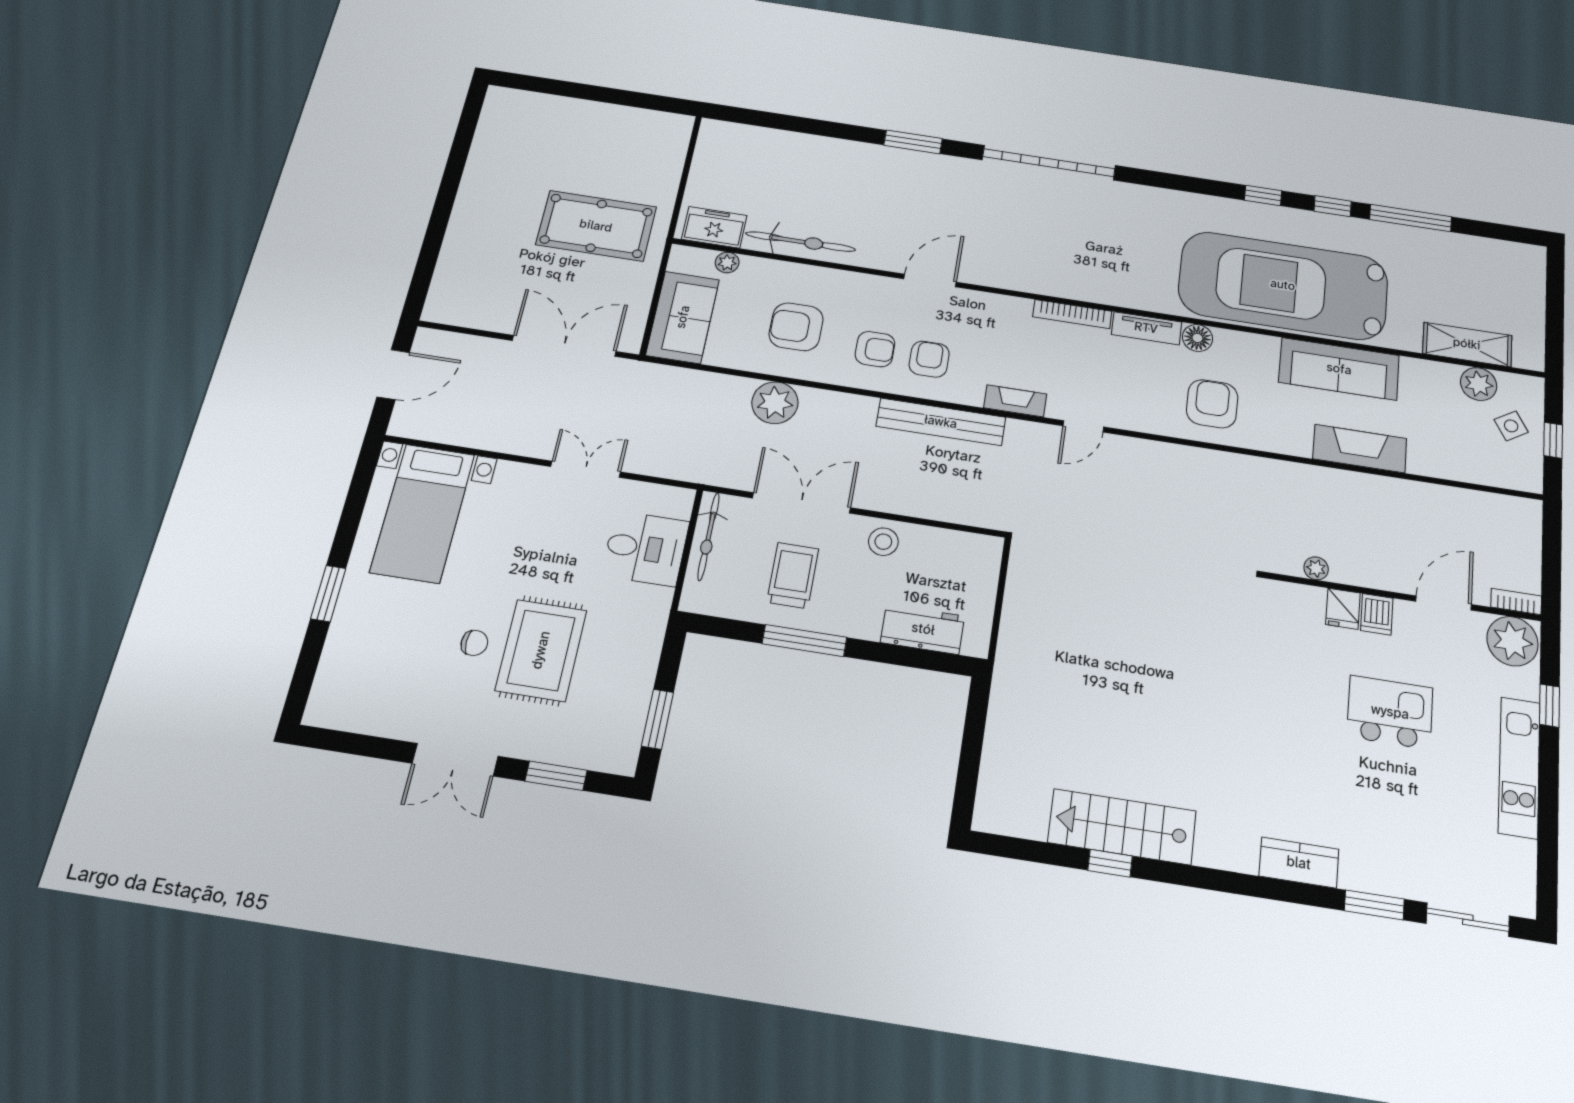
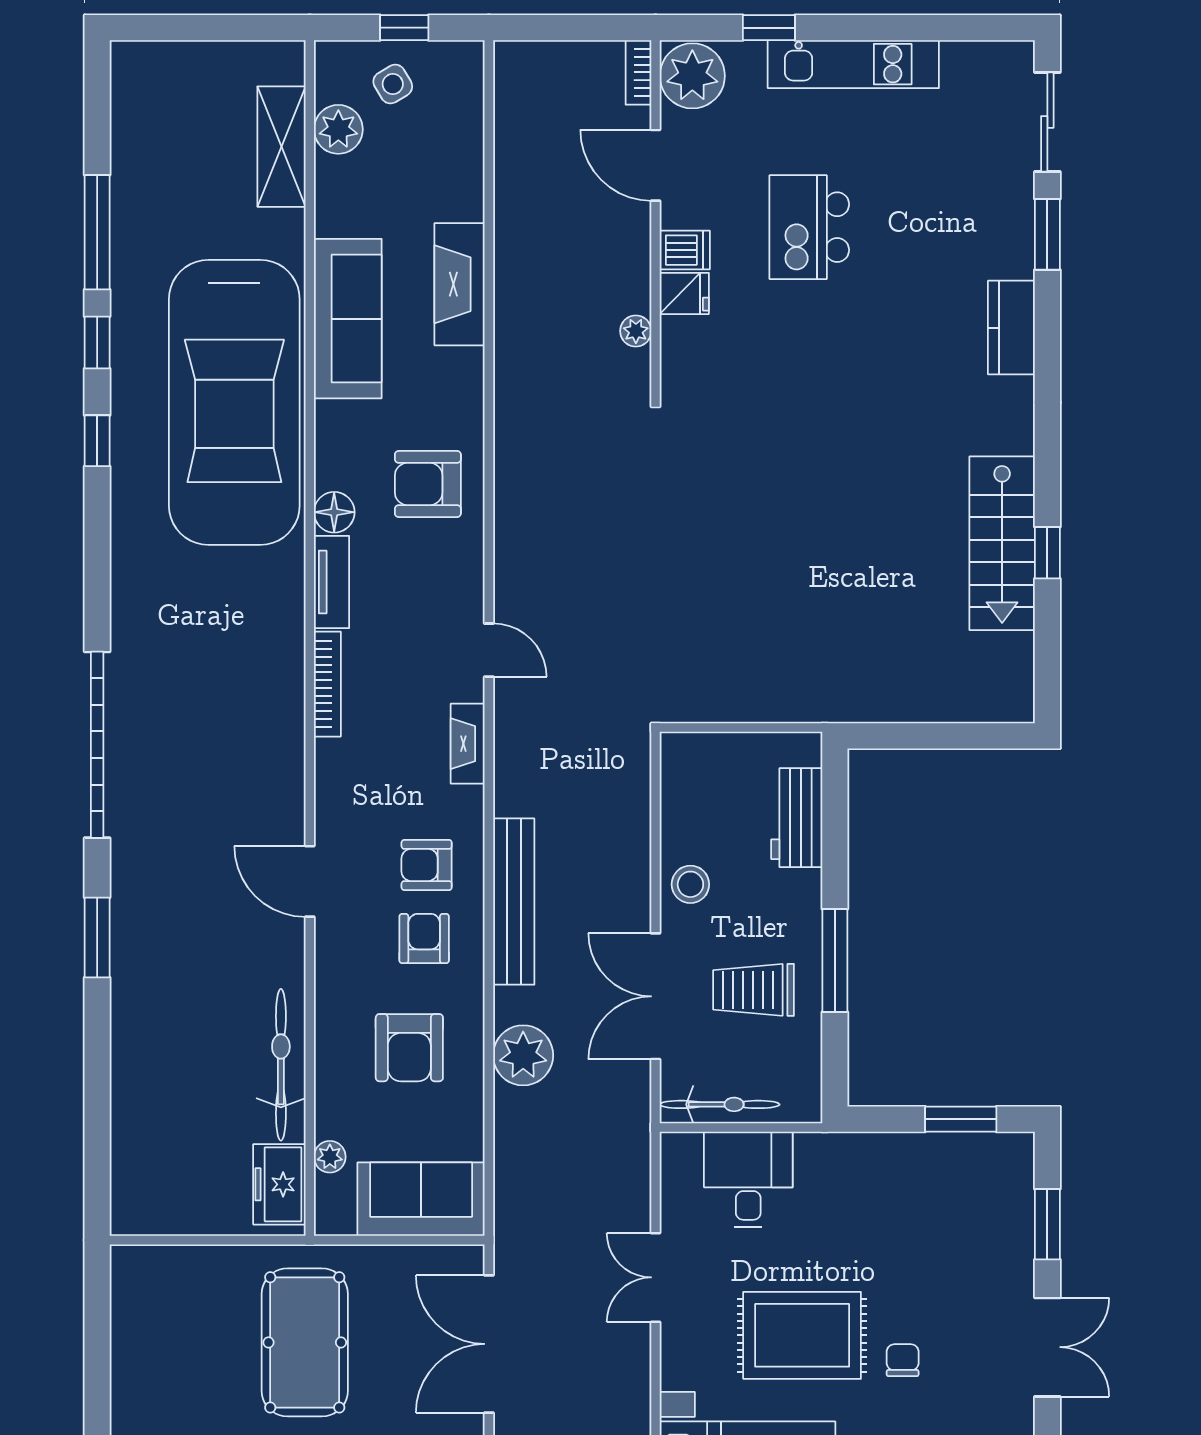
bench: (941, 422) -> (514, 902), moved
rug: (541, 650) -> (802, 1335), moved

